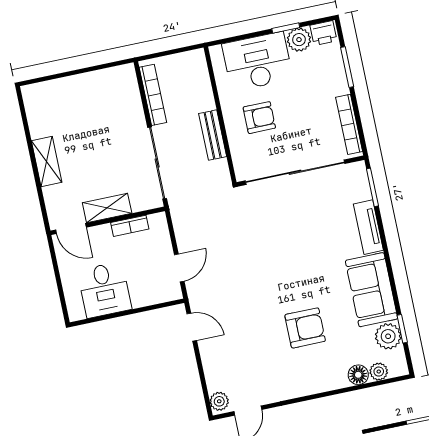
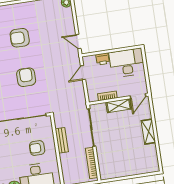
door: (71, 229) -> (138, 96), swing flipped
armchair: (288, 253) -> (26, 77), added
desk: (105, 290) -> (127, 63), width x1.37
printer: (143, 296) -> (103, 59), added

